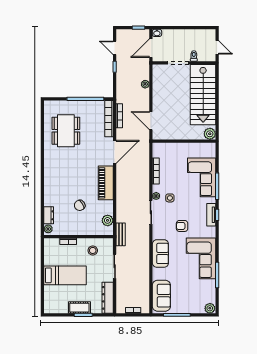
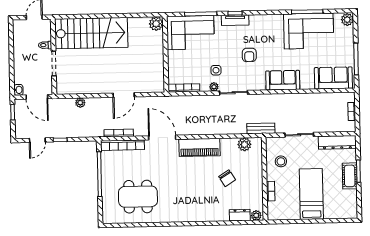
plant: (210, 134) -> (156, 24), moved
wall: (184, 141) -> (166, 54), moved
corner sofa: (201, 258) -> (309, 31), moved

